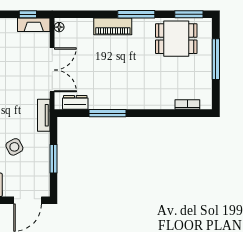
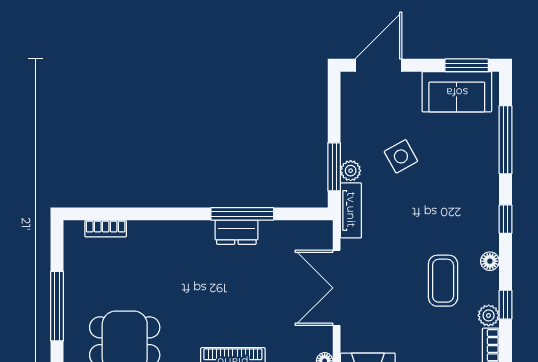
dresser: (75, 102) -> (236, 232), moved
plant: (44, 139) -> (351, 171), added
window: (54, 159) -> (334, 167), moved

